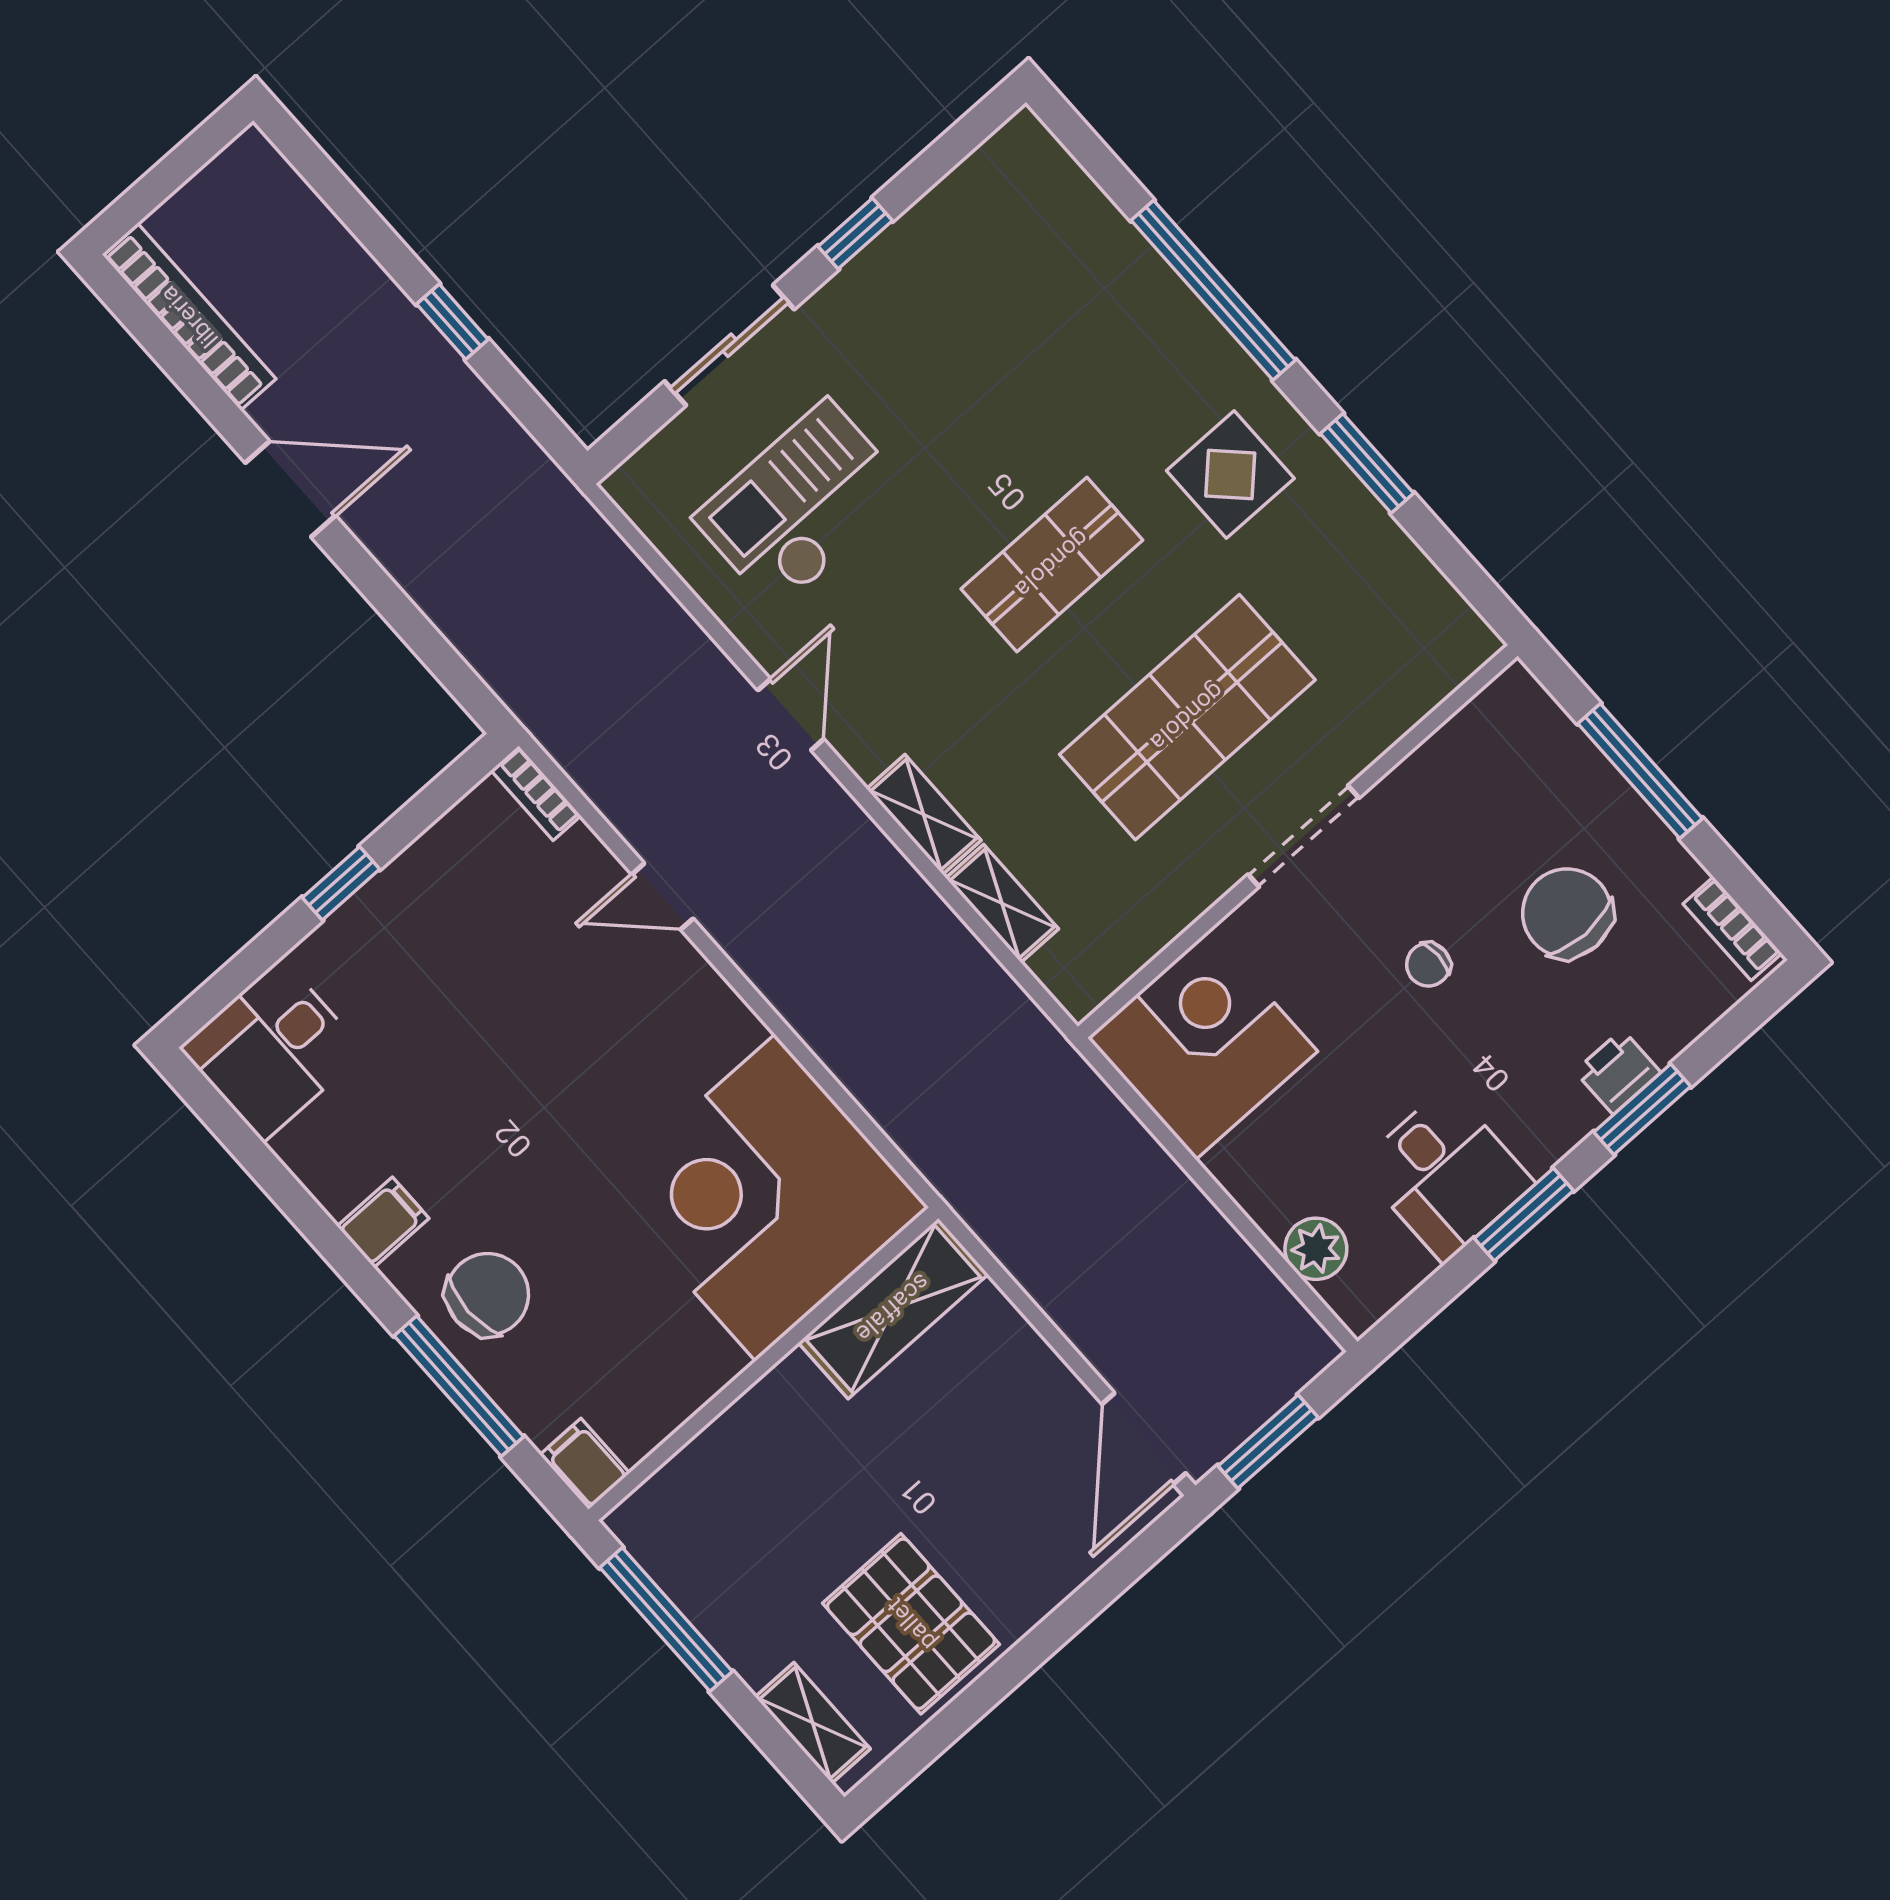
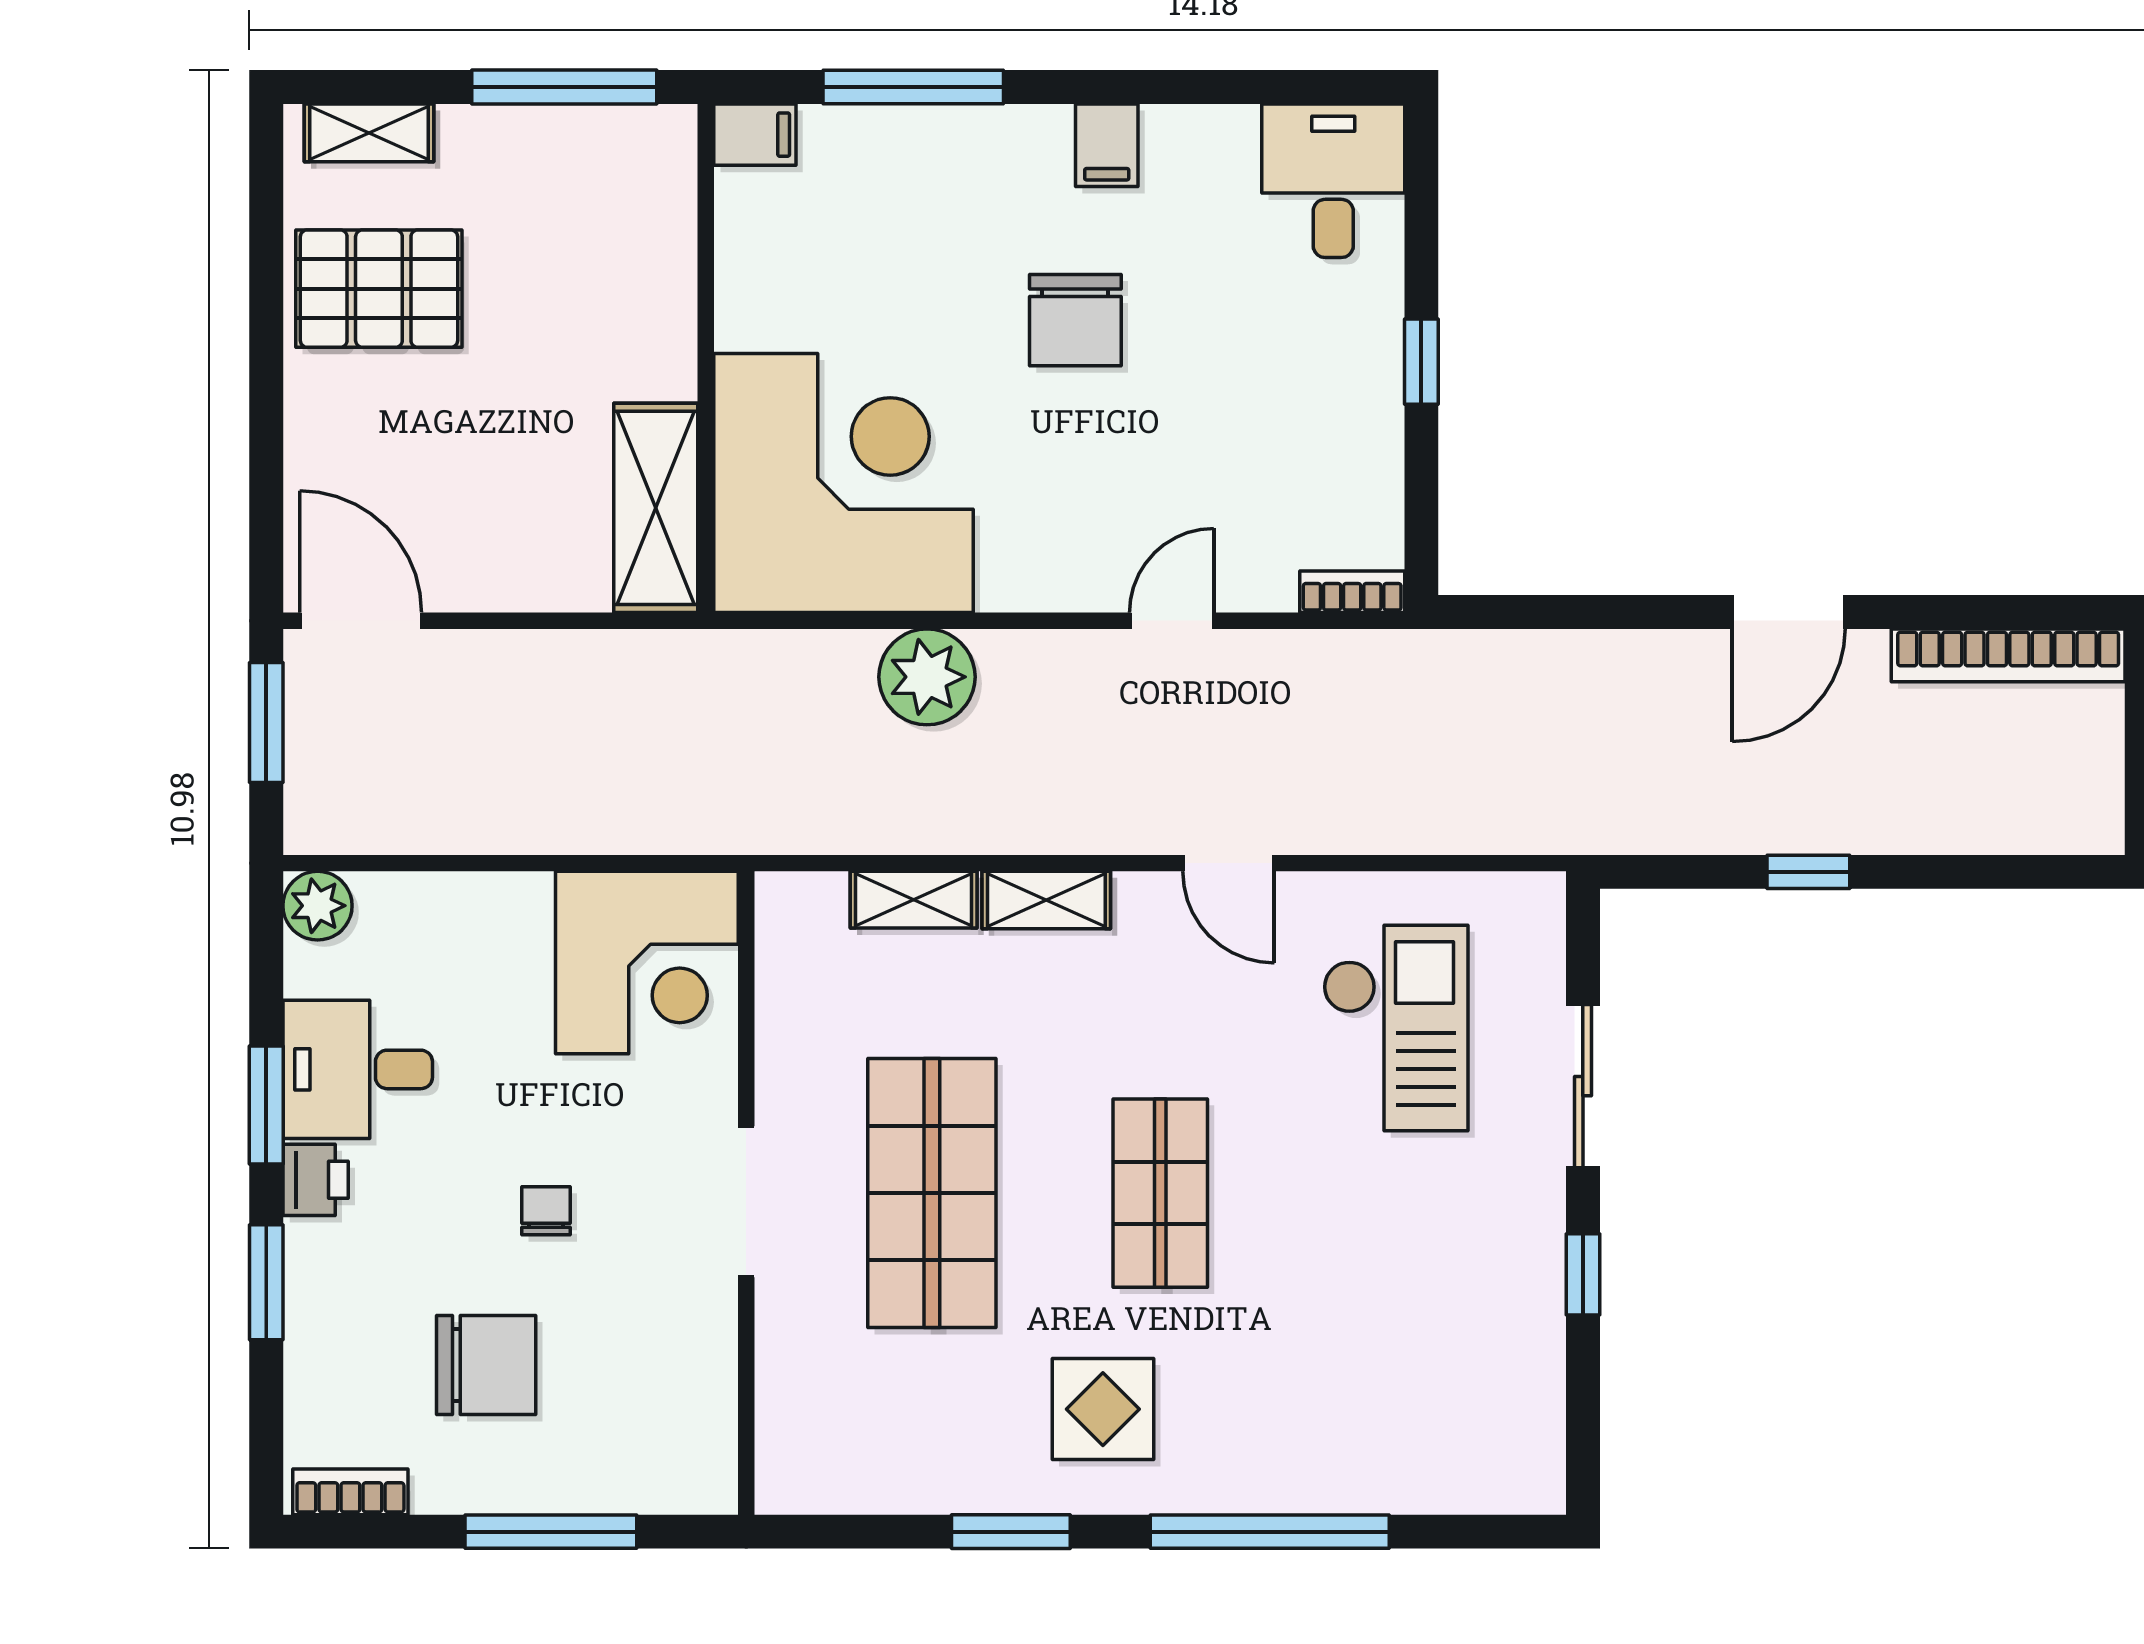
plant: (845, 1027) -> (927, 677), added
printer: (1618, 1072) -> (316, 1180), moved
plant: (1316, 1249) -> (318, 906), moved
chair: (487, 1294) -> (1075, 320), moved

